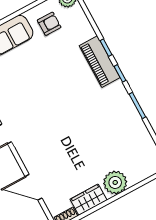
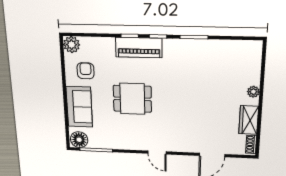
dining table: (47, 82) -> (132, 99), added
plant: (115, 182) -> (253, 92), width x0.53, depth x0.53

